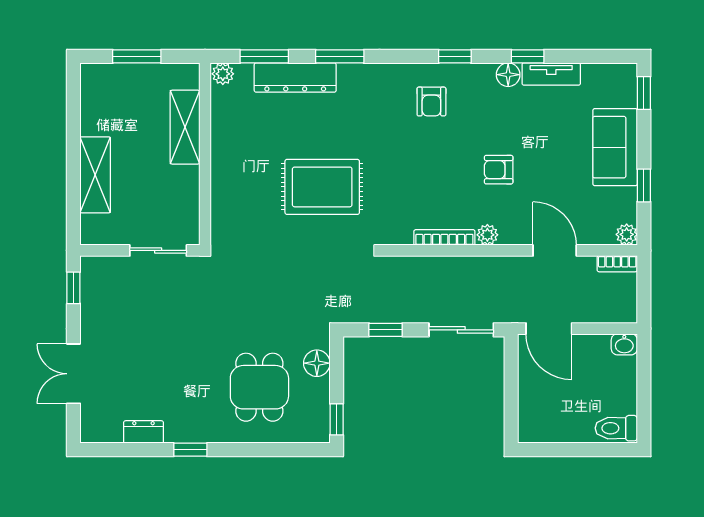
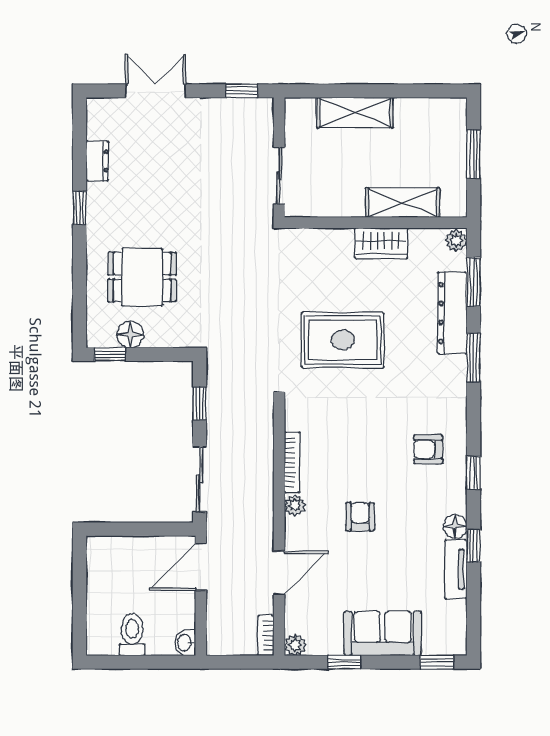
wardrobe: (226, 149) -> (381, 243), added
rug: (322, 187) -> (343, 340), turned 90
floor lamp: (317, 363) -> (130, 335), moved
toilet: (616, 428) -> (132, 635), moved

